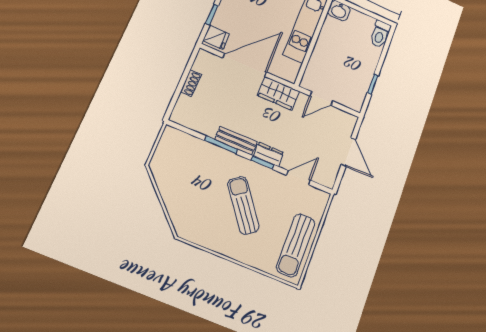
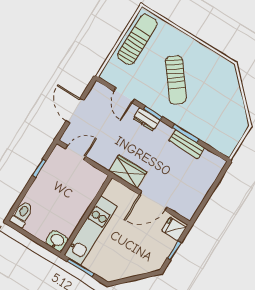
door: (245, 65) -> (153, 201), width x0.73
shoe rack: (191, 83) -> (203, 191), removed
door: (321, 98) -> (76, 153), moved
bench: (236, 141) -> (187, 144), moved
door: (298, 178) -> (124, 95), hinge flipped

